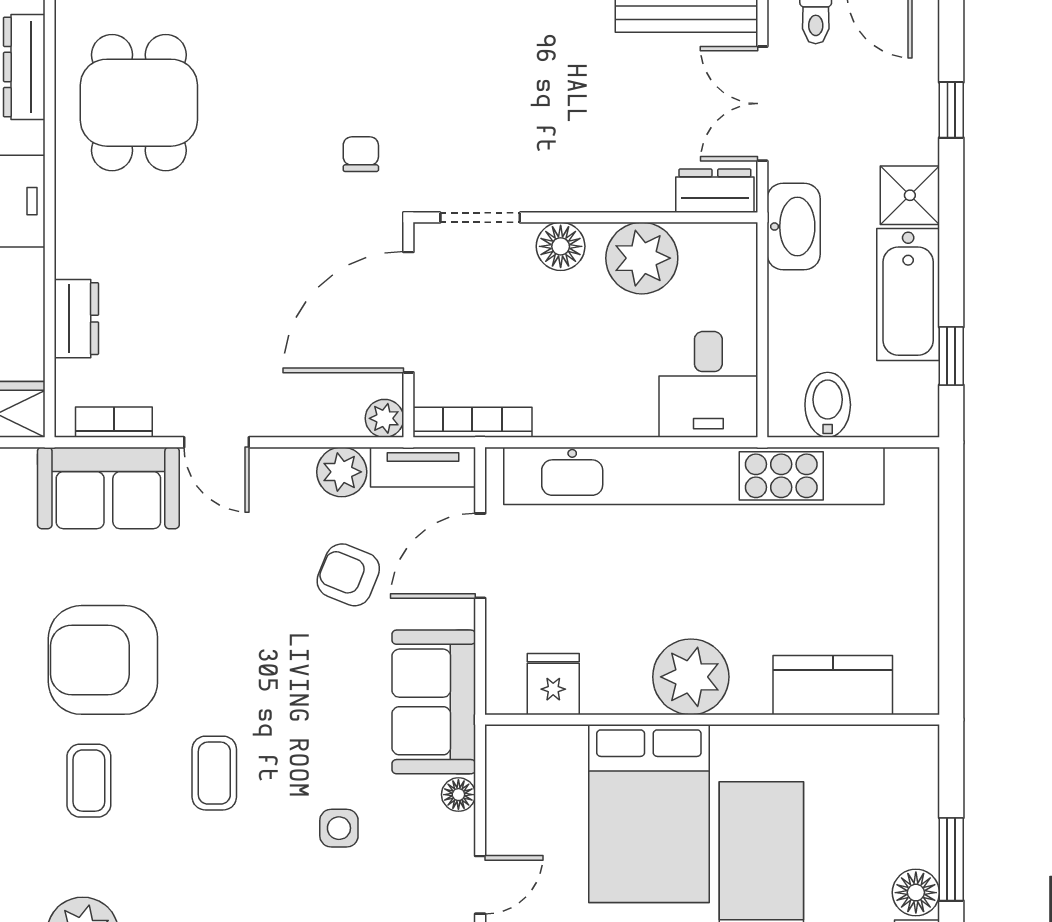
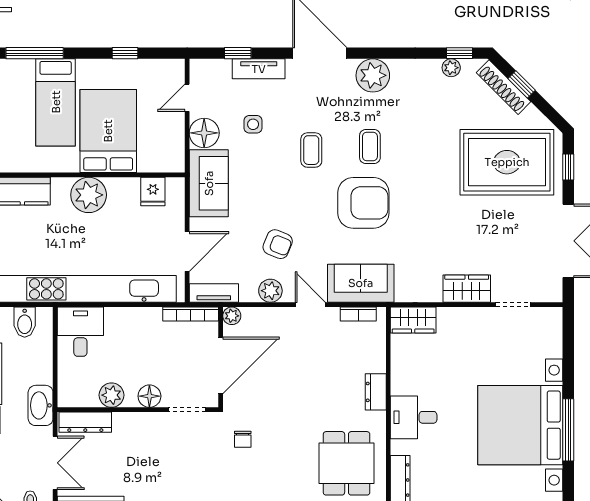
dresser: (715, 191) -> (85, 422), width x1.44
plant: (642, 258) -> (111, 395), width x0.73, depth x0.73
dresser: (76, 319) -> (376, 392), moved
plant: (342, 472) -> (270, 291), moved
armchair: (348, 575) -> (278, 244), moved
floor lamp: (458, 795) -> (204, 133), width x1.89, depth x1.89

